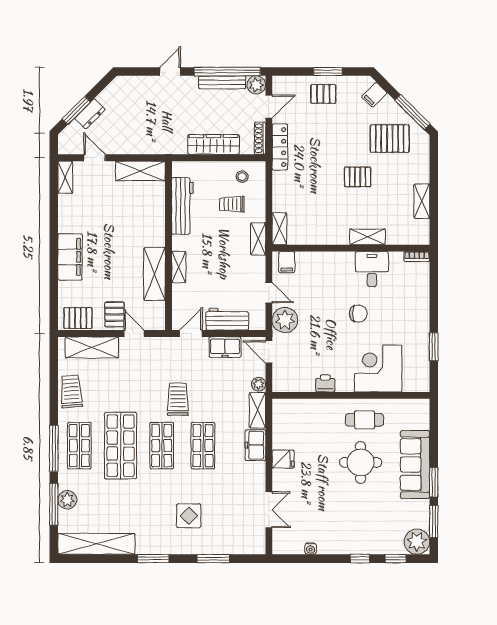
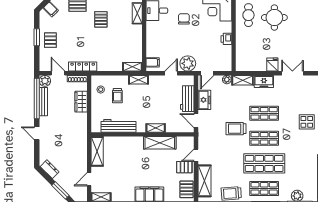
dresser: (90, 114) -> (50, 169), moved
wardrobe: (214, 144) -> (81, 102), width x0.67
double door: (269, 510) -> (292, 73), moved

